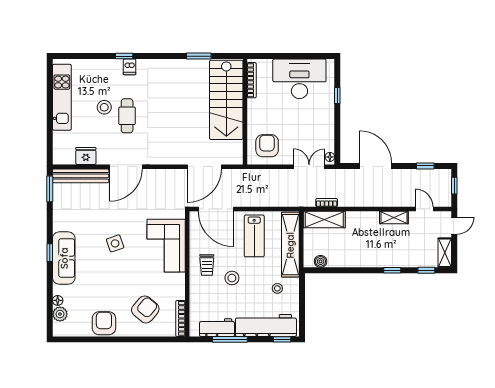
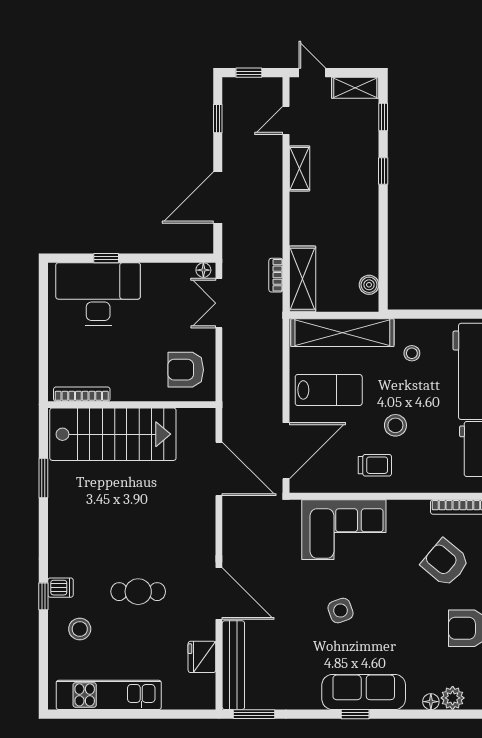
desk: (299, 79) -> (98, 294), moved, turned 90
stool: (104, 107) -> (80, 629), moved

